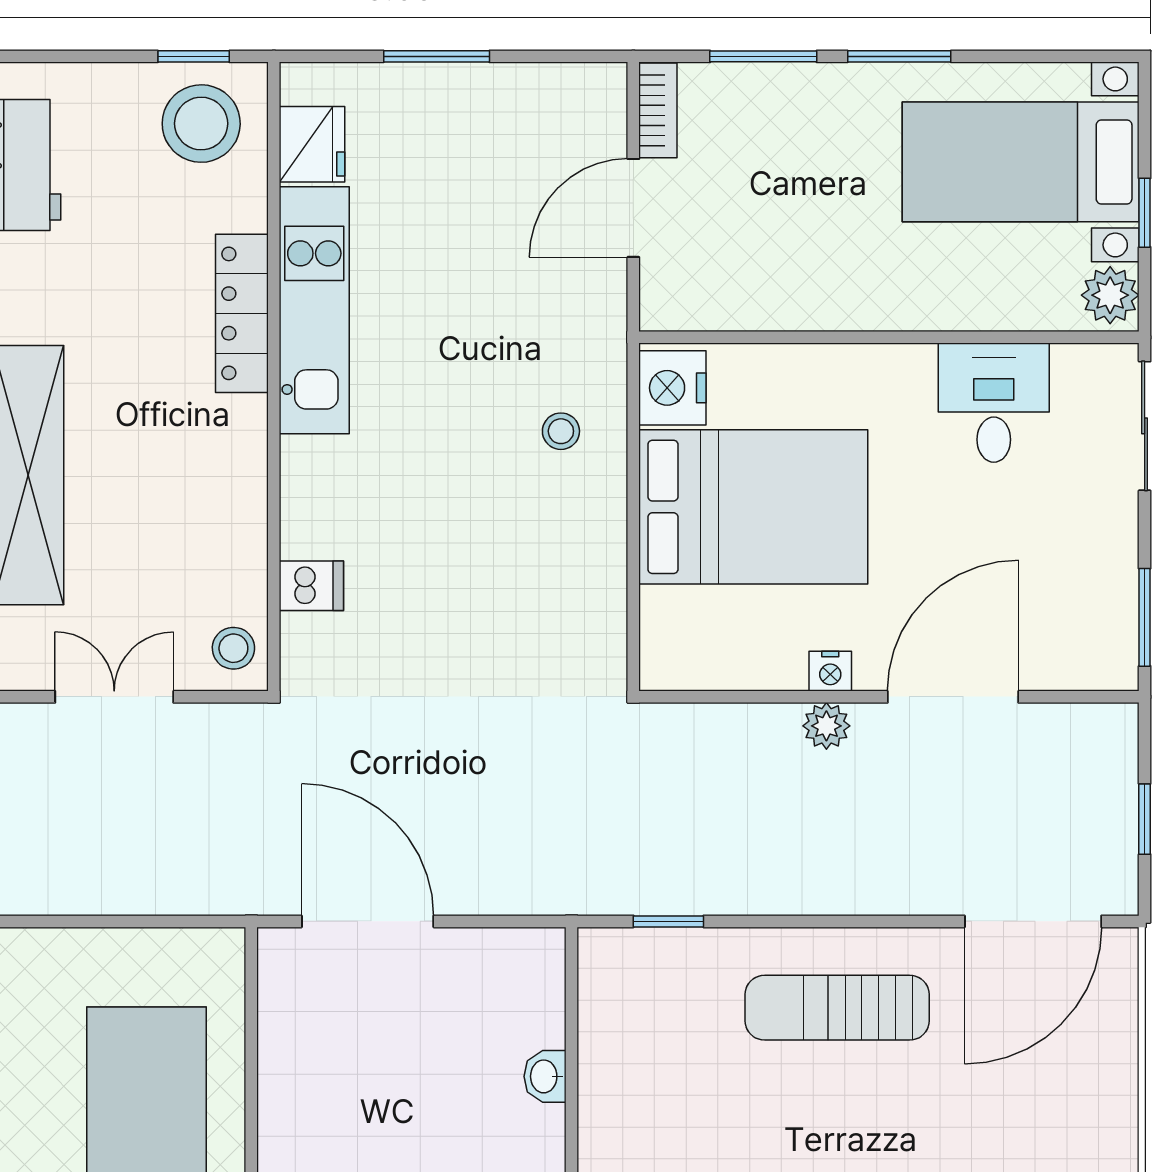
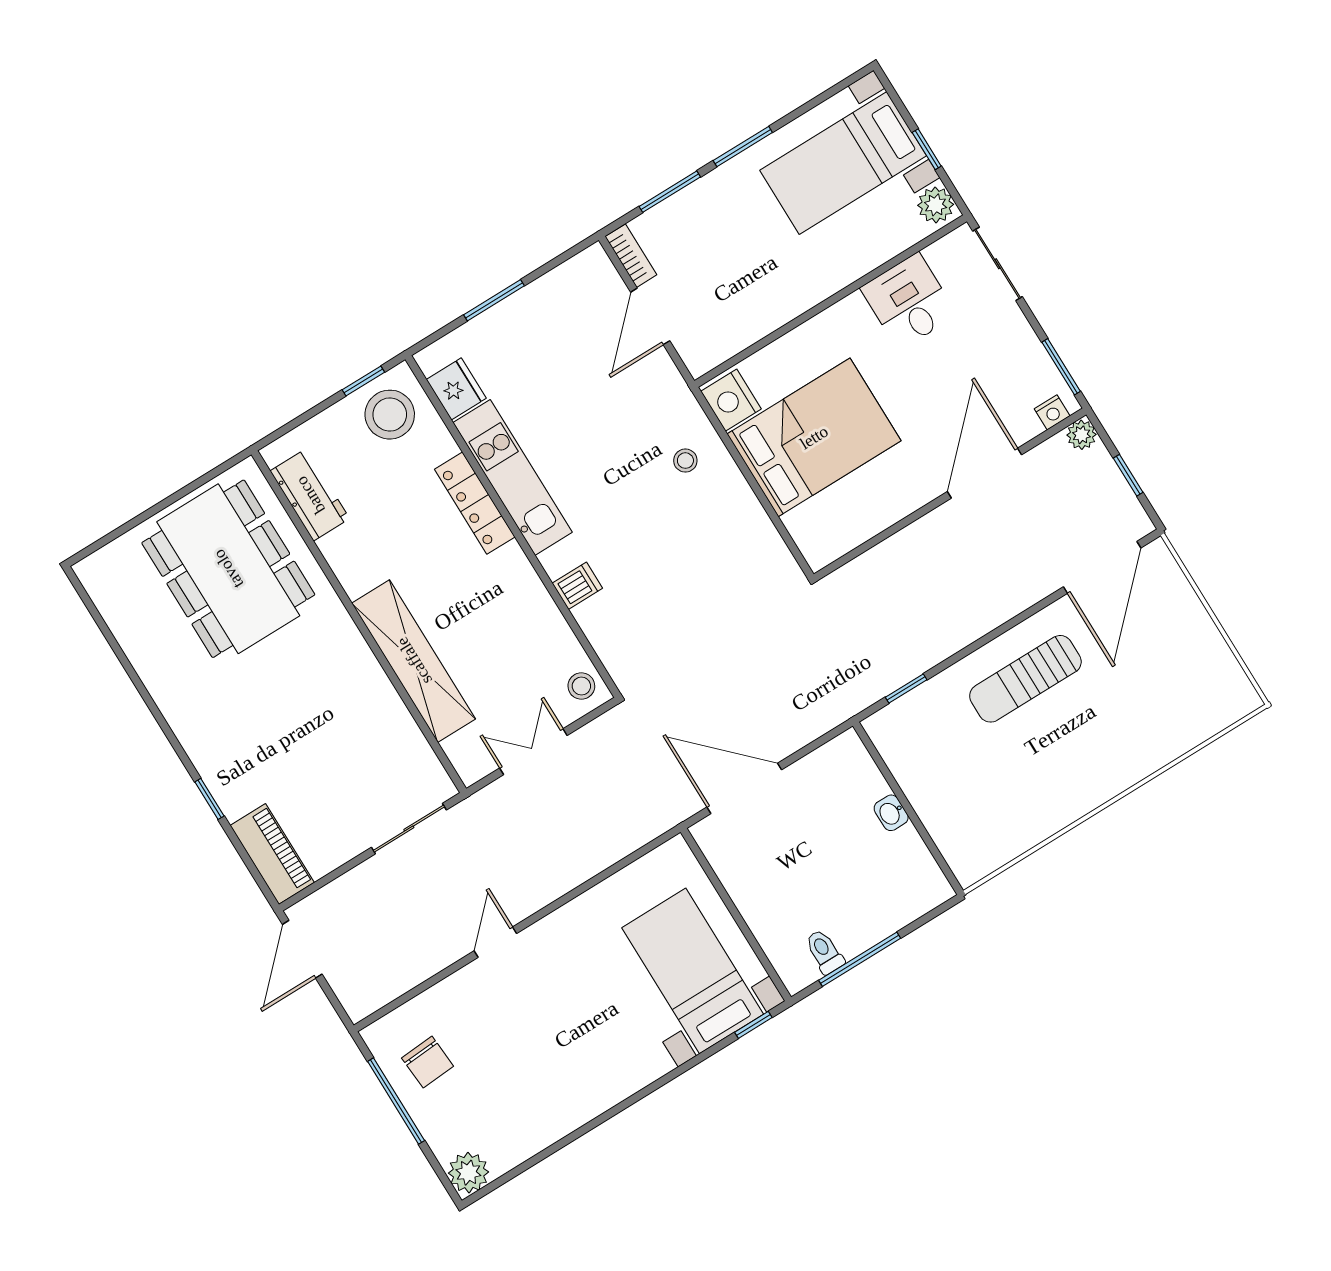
dishwasher: (311, 586) -> (577, 586), moved
nightstand: (830, 671) -> (1052, 412), moved
plant: (826, 726) -> (1081, 435), moved

